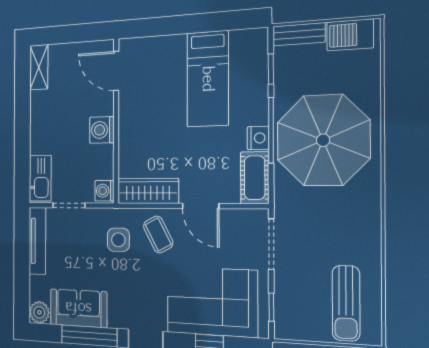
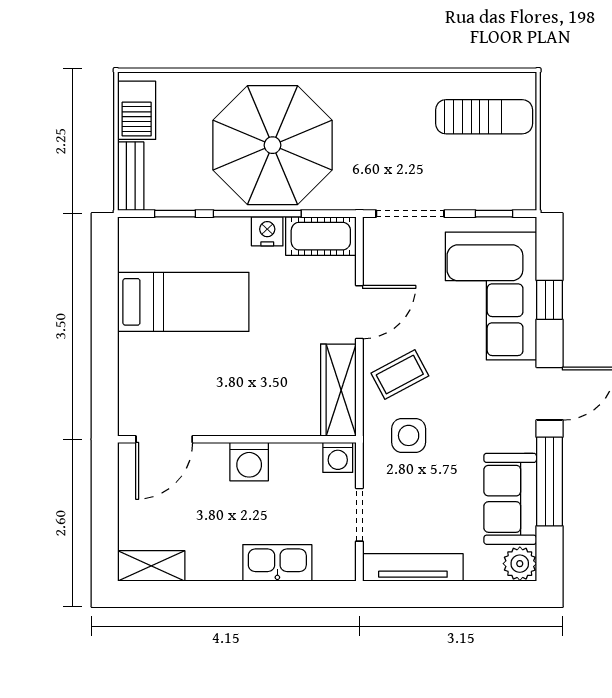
kitchen sink: (40, 178) -> (277, 563), moved

